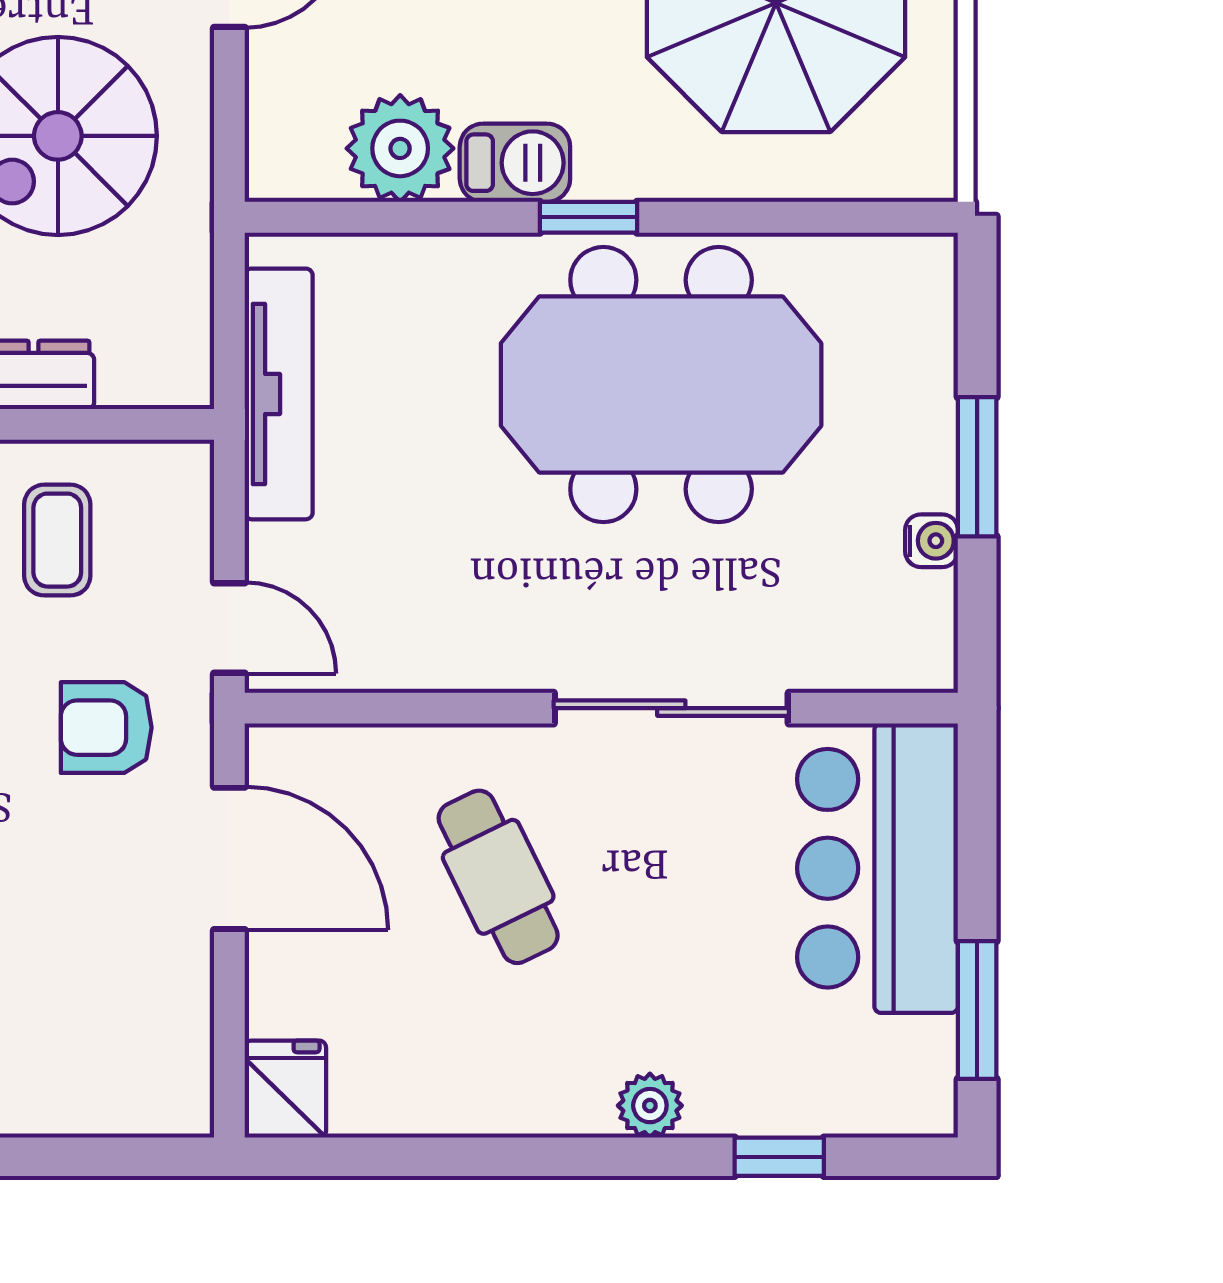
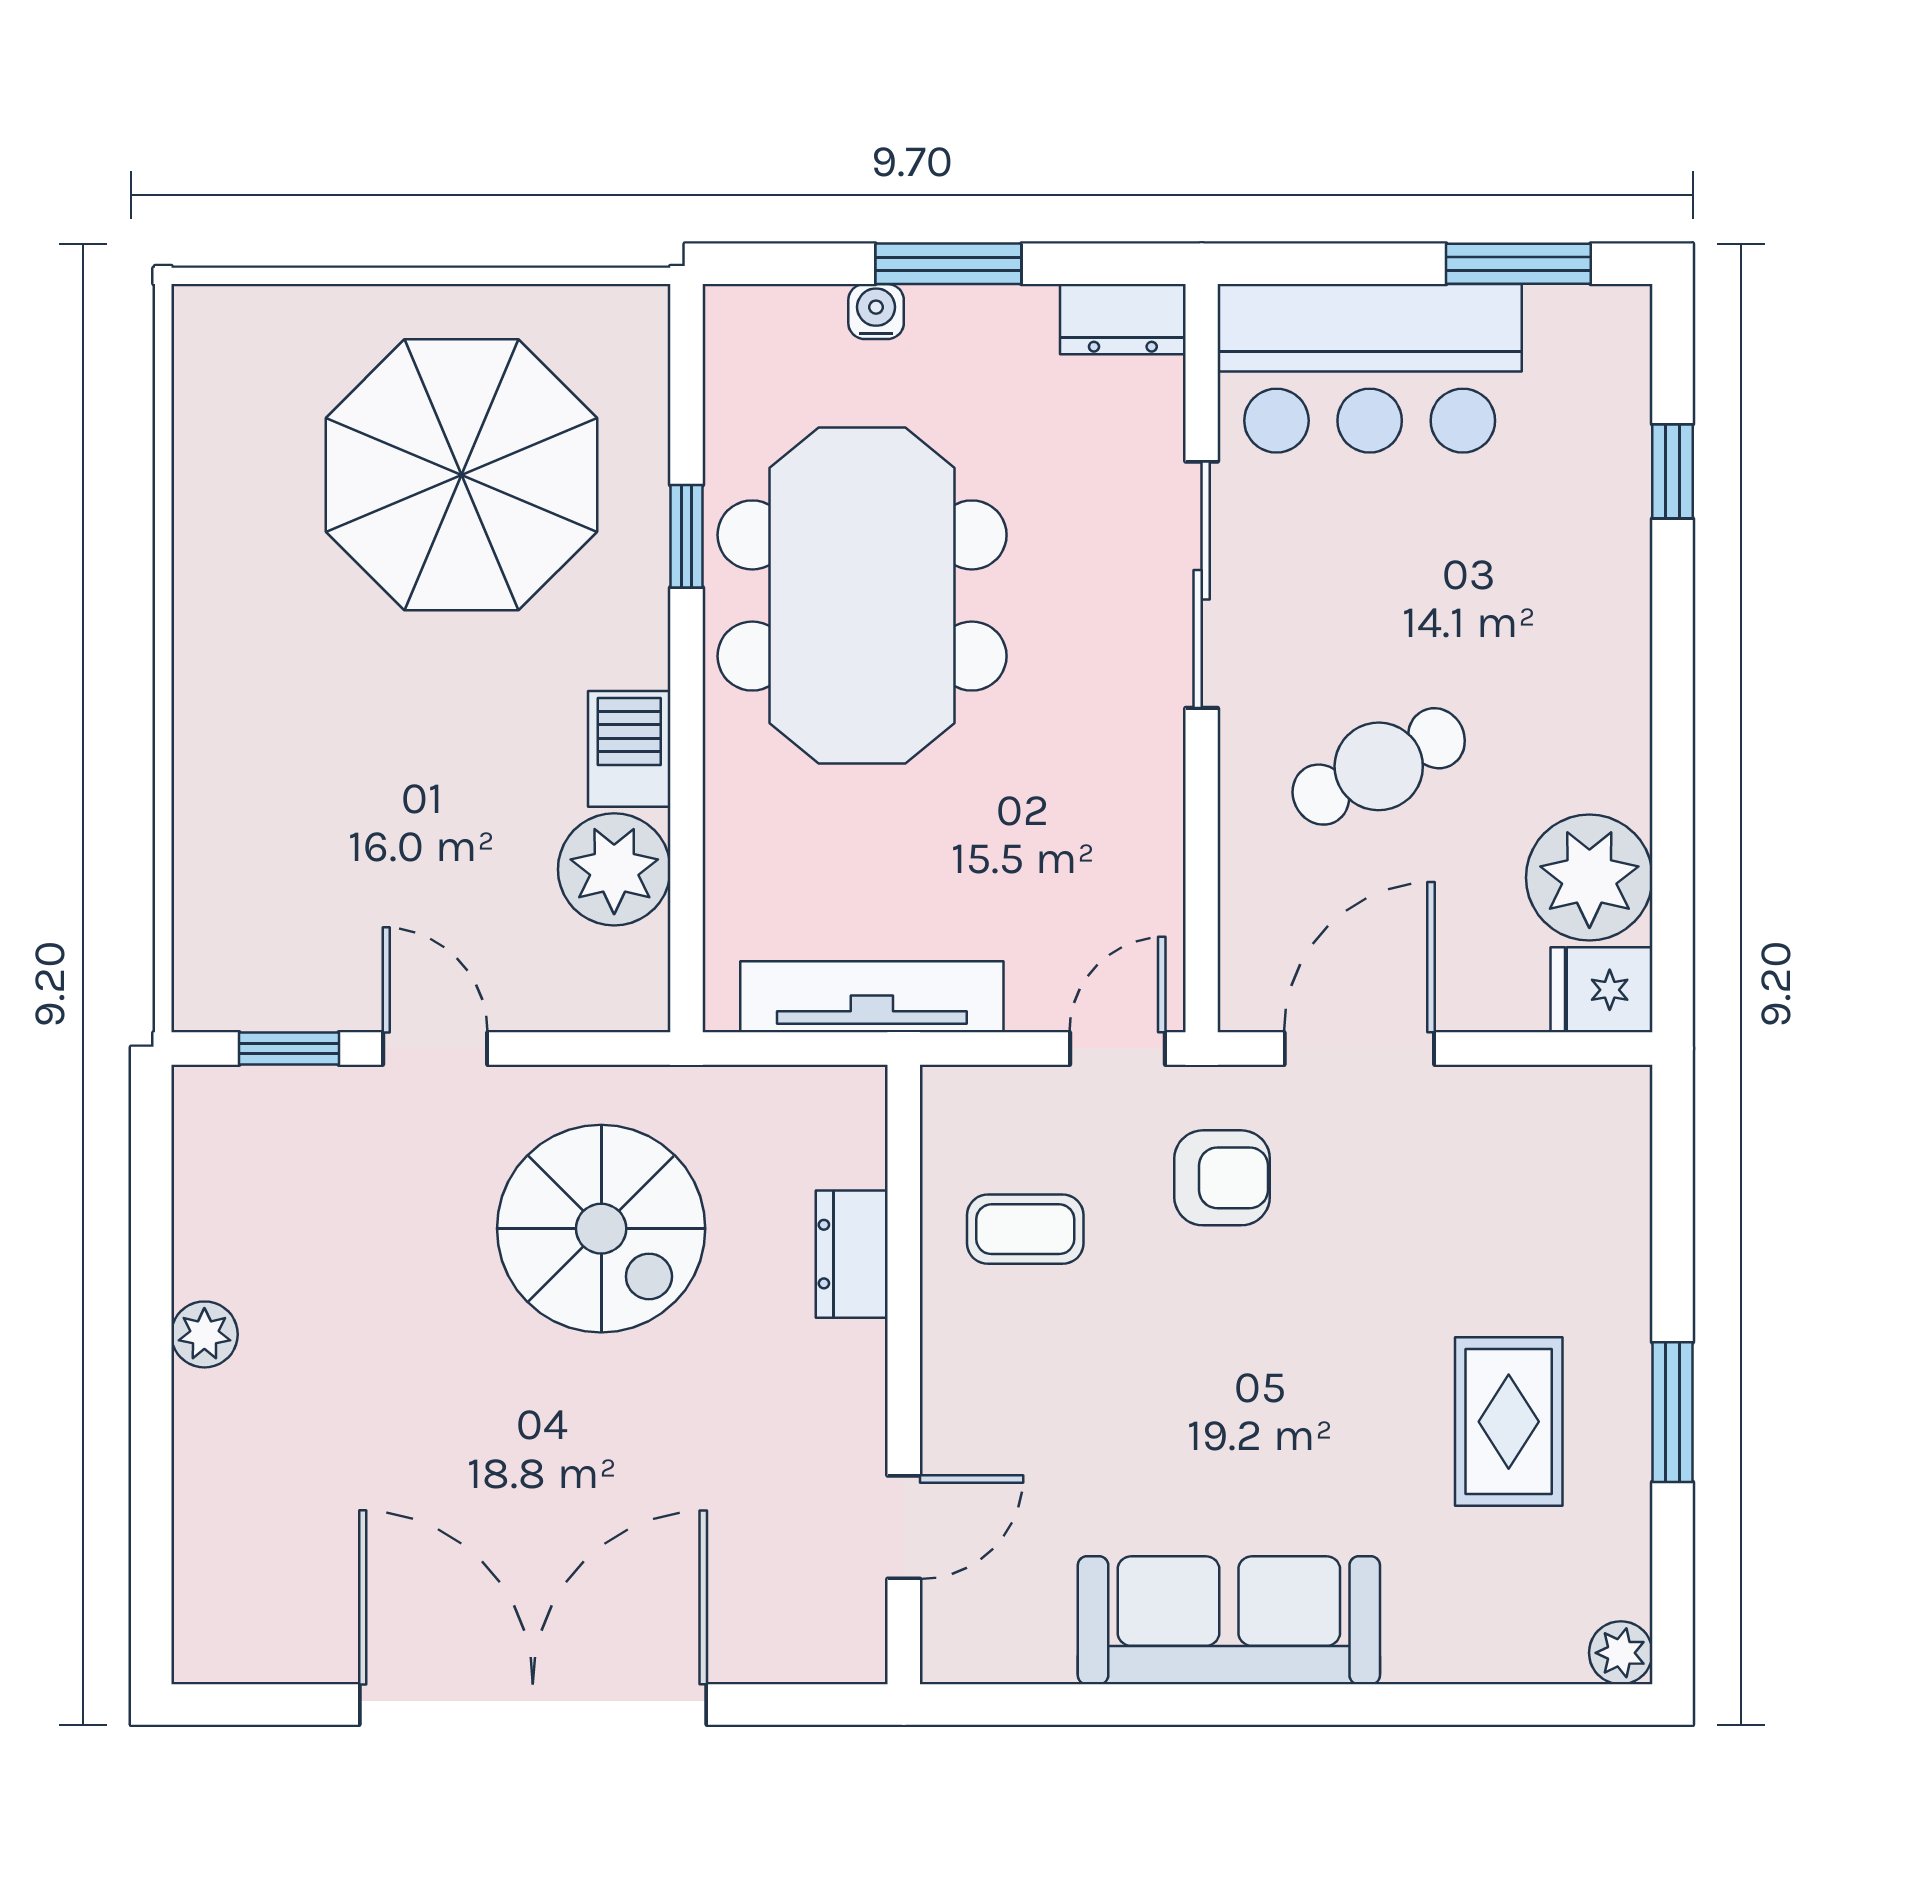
window: (589, 217) -> (686, 536), moved
water cooler: (932, 541) -> (876, 312), moved
dresser: (924, 633) -> (1123, 319), added
armchair: (106, 728) -> (1222, 1178), turned -90
plant: (650, 1106) -> (1589, 878), moved, width x1.87, depth x1.87

